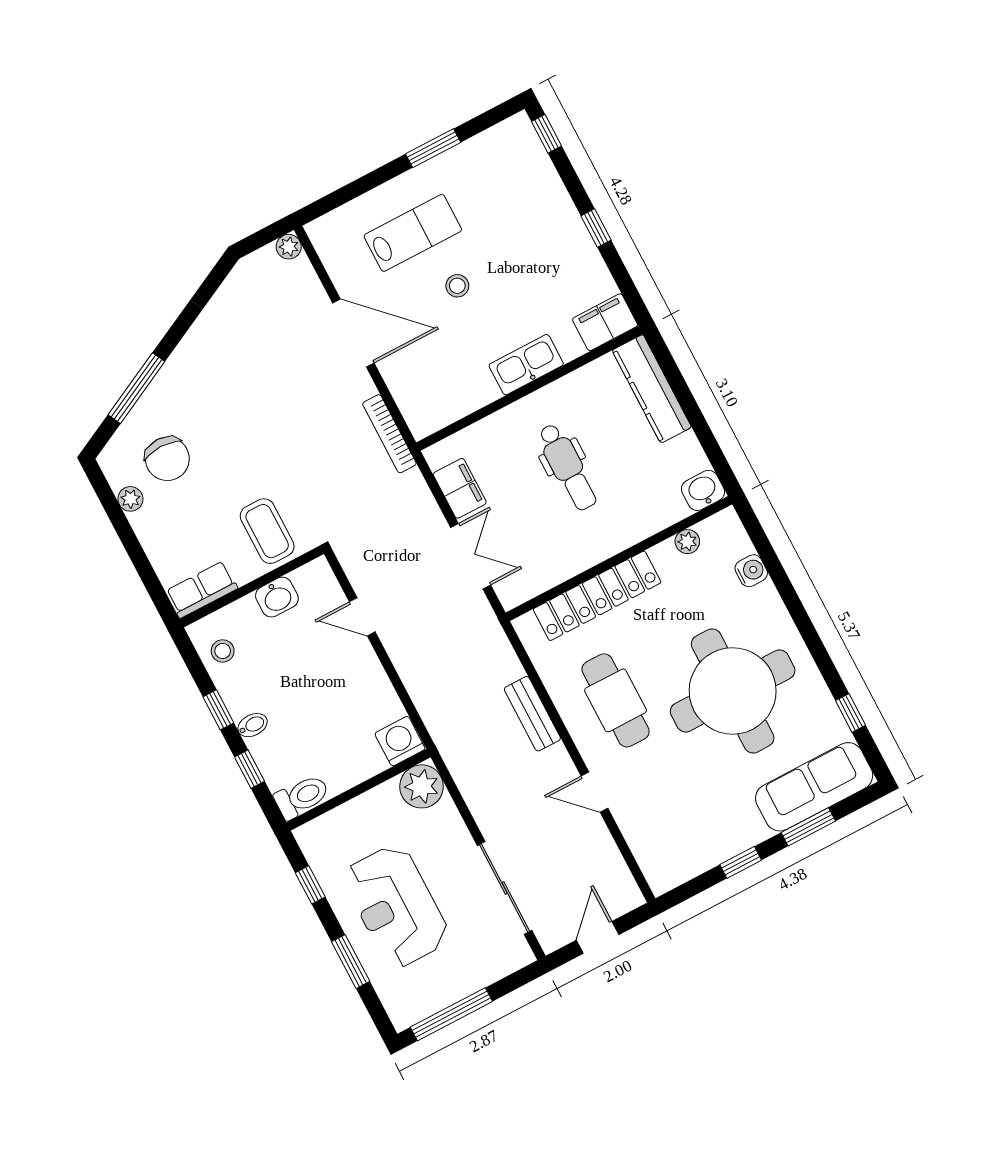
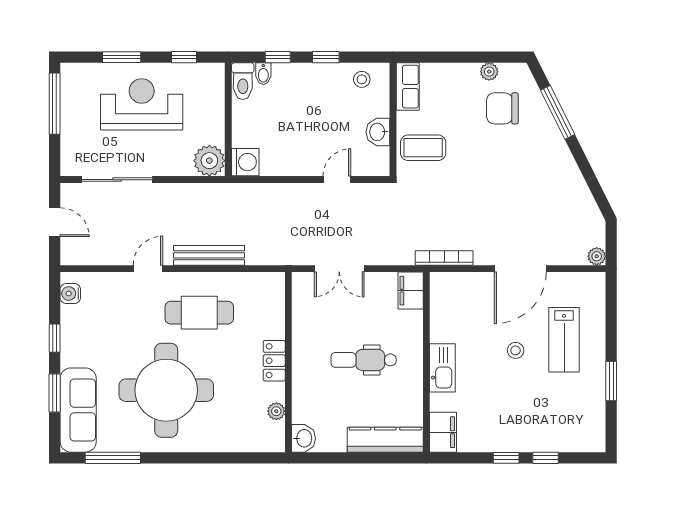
window: (546, 134) -> (546, 458), moved
filing cabinet: (460, 488) -> (411, 291), moved, turned 90
water cooler: (751, 571) -> (70, 293), moved, turned 90
locker: (597, 596) -> (274, 361), width x0.46, depth x0.83
window: (851, 713) -> (113, 458), width x2.17
bench: (532, 714) -> (209, 255), width x1.36
bidet: (253, 725) -> (263, 74), moved

